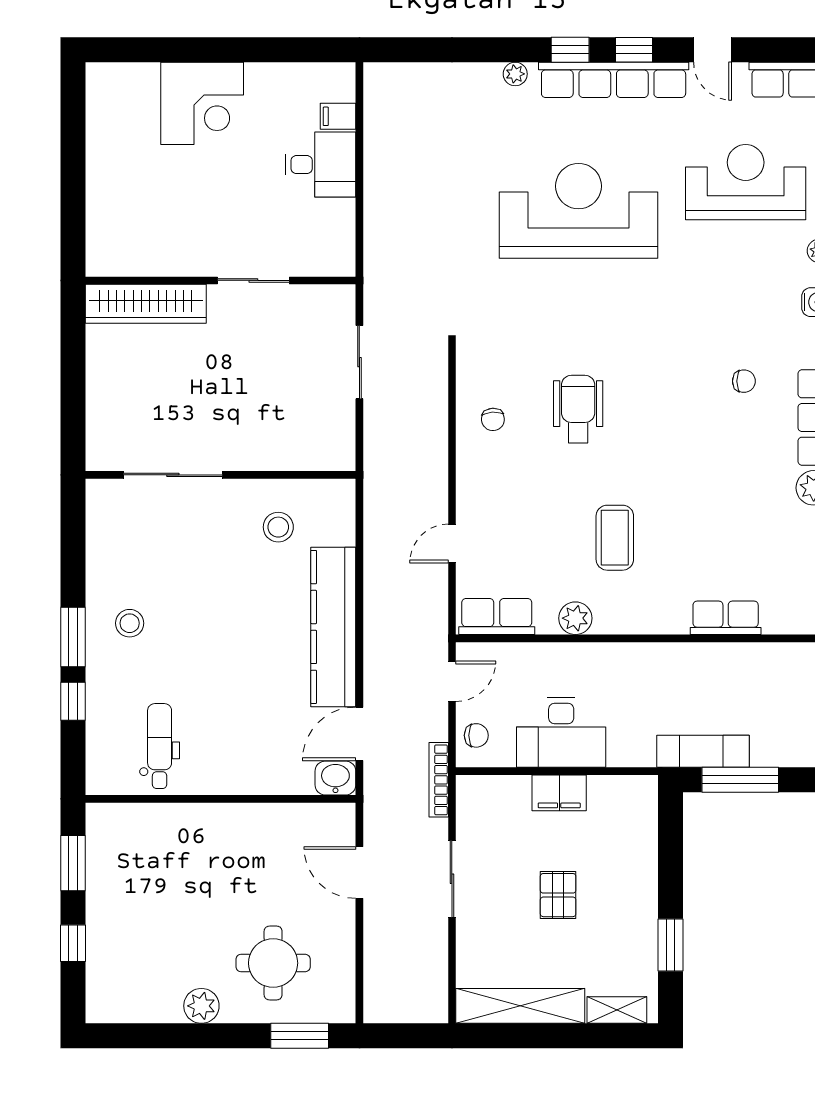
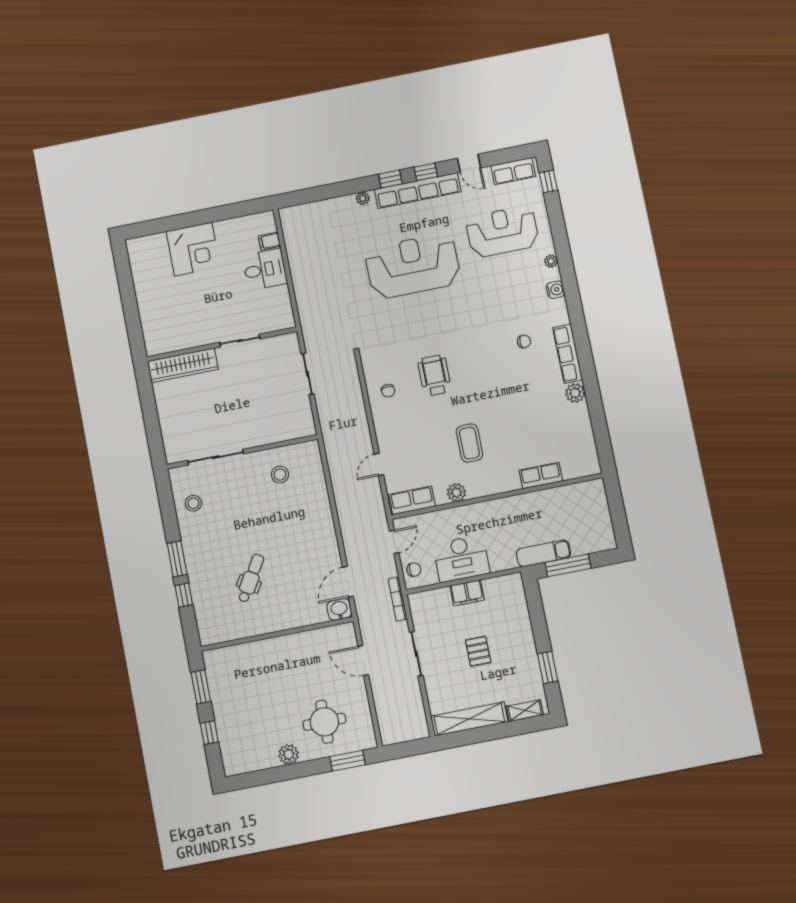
stool: (130, 623) -> (193, 503), moved
kitchen counter: (333, 627) -> (322, 524), removed
dental chair: (160, 746) -> (251, 578), moved, turned 31

